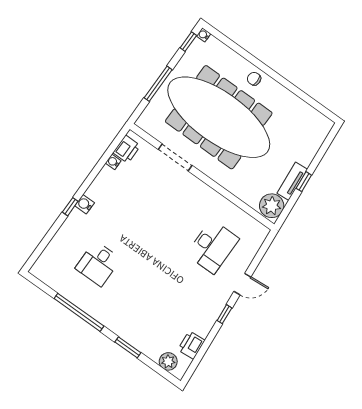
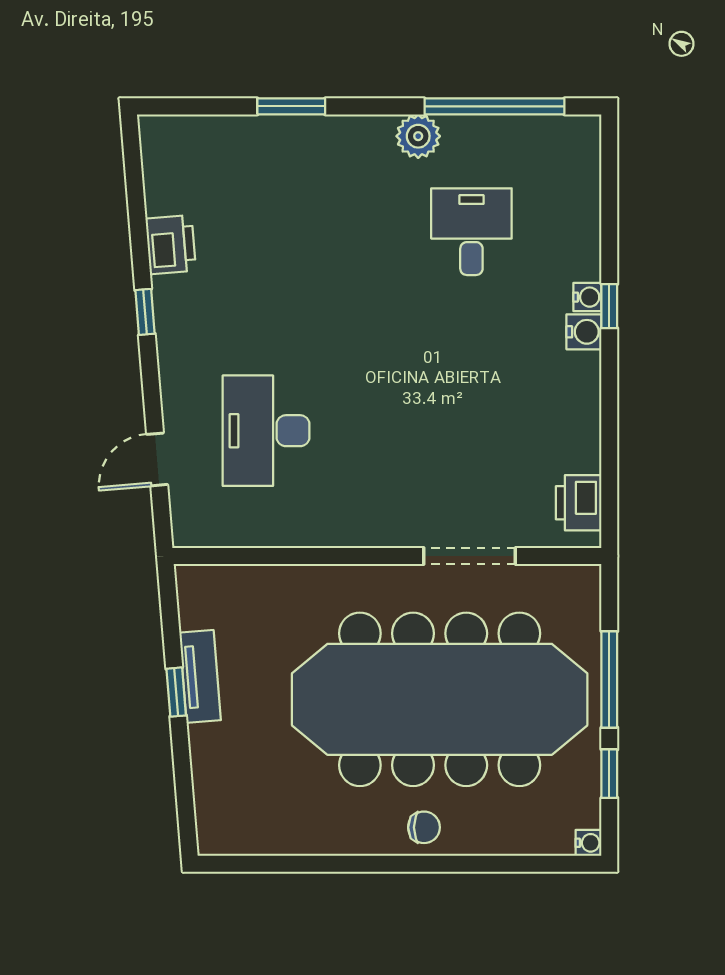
window: (188, 42) -> (609, 774), moved
water cooler: (113, 162) -> (587, 297), moved
plant: (272, 206) -> (206, 598), removed
door: (242, 284) -> (157, 459), moved
window: (79, 312) -> (494, 106), moved
printer: (191, 345) -> (171, 245), moved
plant: (168, 361) -> (418, 136), moved

